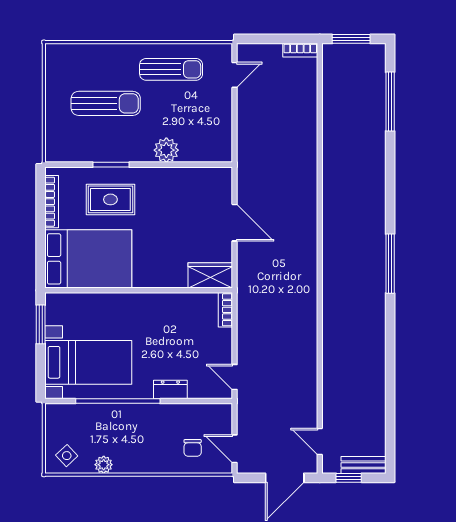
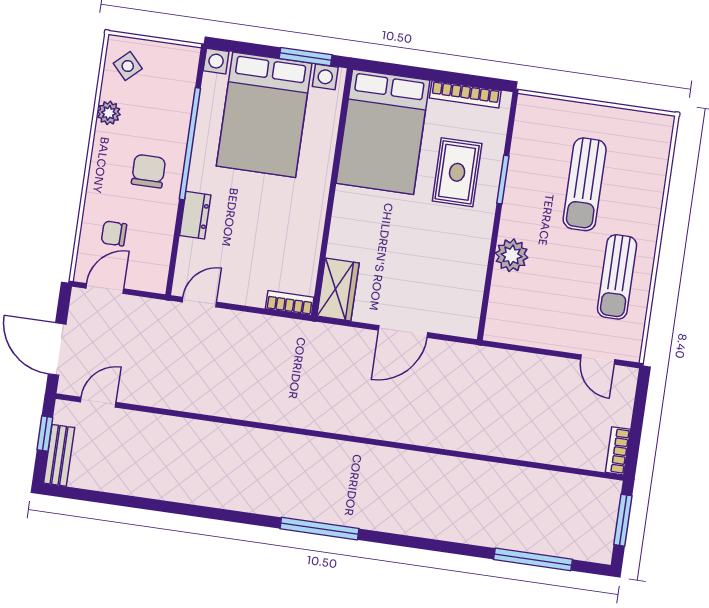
bed with nightstands: (88, 362) -> (264, 115), width x1.36
chair: (143, 429) -> (148, 171), added

